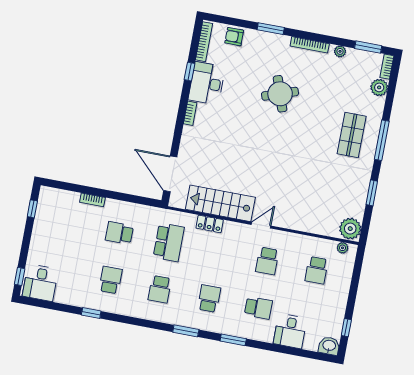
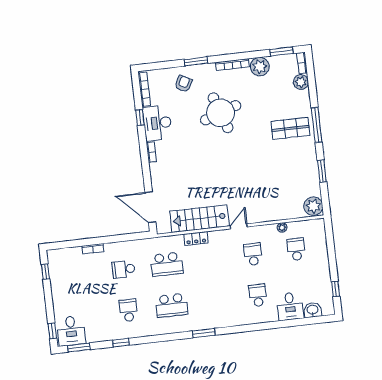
armchair: (234, 37) -> (183, 84), moved, turned 118
plant: (340, 51) -> (260, 67), width x1.87, depth x1.87
round table: (280, 94) -> (221, 113), width x1.36, depth x1.36
shop shelf: (352, 135) -> (290, 128), turned 90
school desk: (169, 242) -> (167, 264), turned 90
plant: (343, 248) -> (282, 227), moved
school desk: (267, 261) -> (253, 254), turned 180
school desk: (317, 270) -> (296, 249), turned 180
school desk: (160, 289) -> (172, 305), width x1.85
school desk: (209, 299) -> (215, 300), removed
school desk: (258, 308) -> (258, 295), turned -90
window: (233, 340) -> (79, 348), moved
washbasin: (329, 346) -> (313, 310), moved

